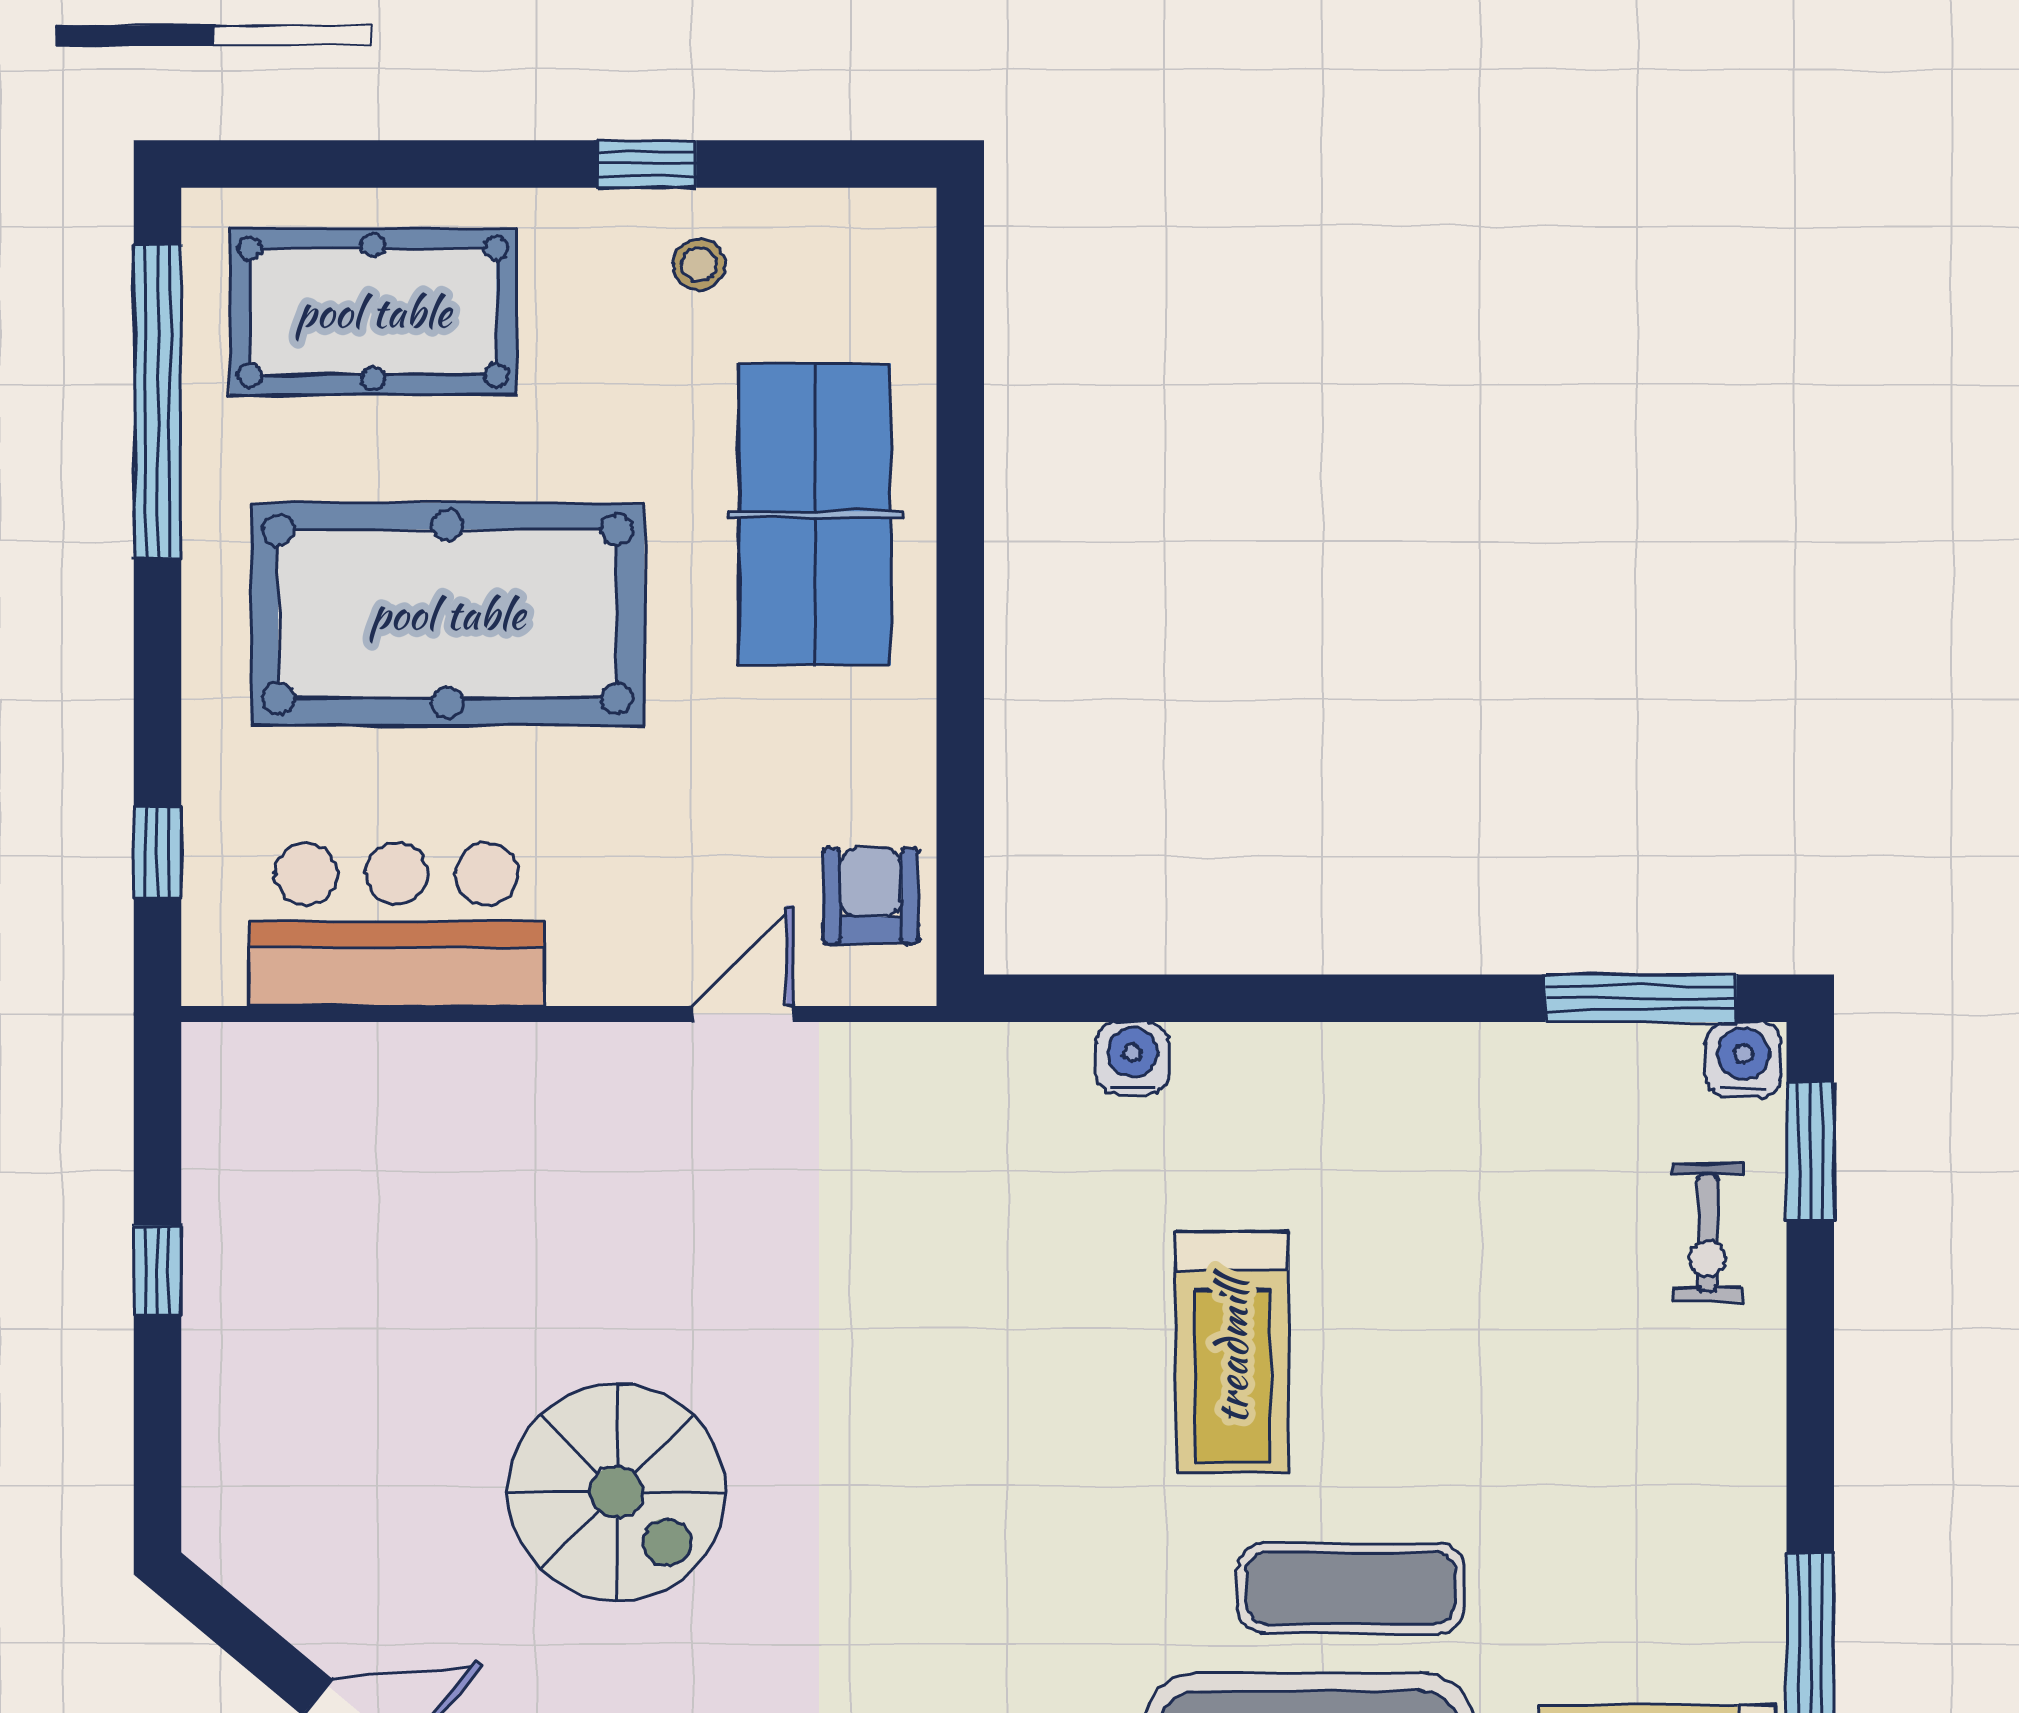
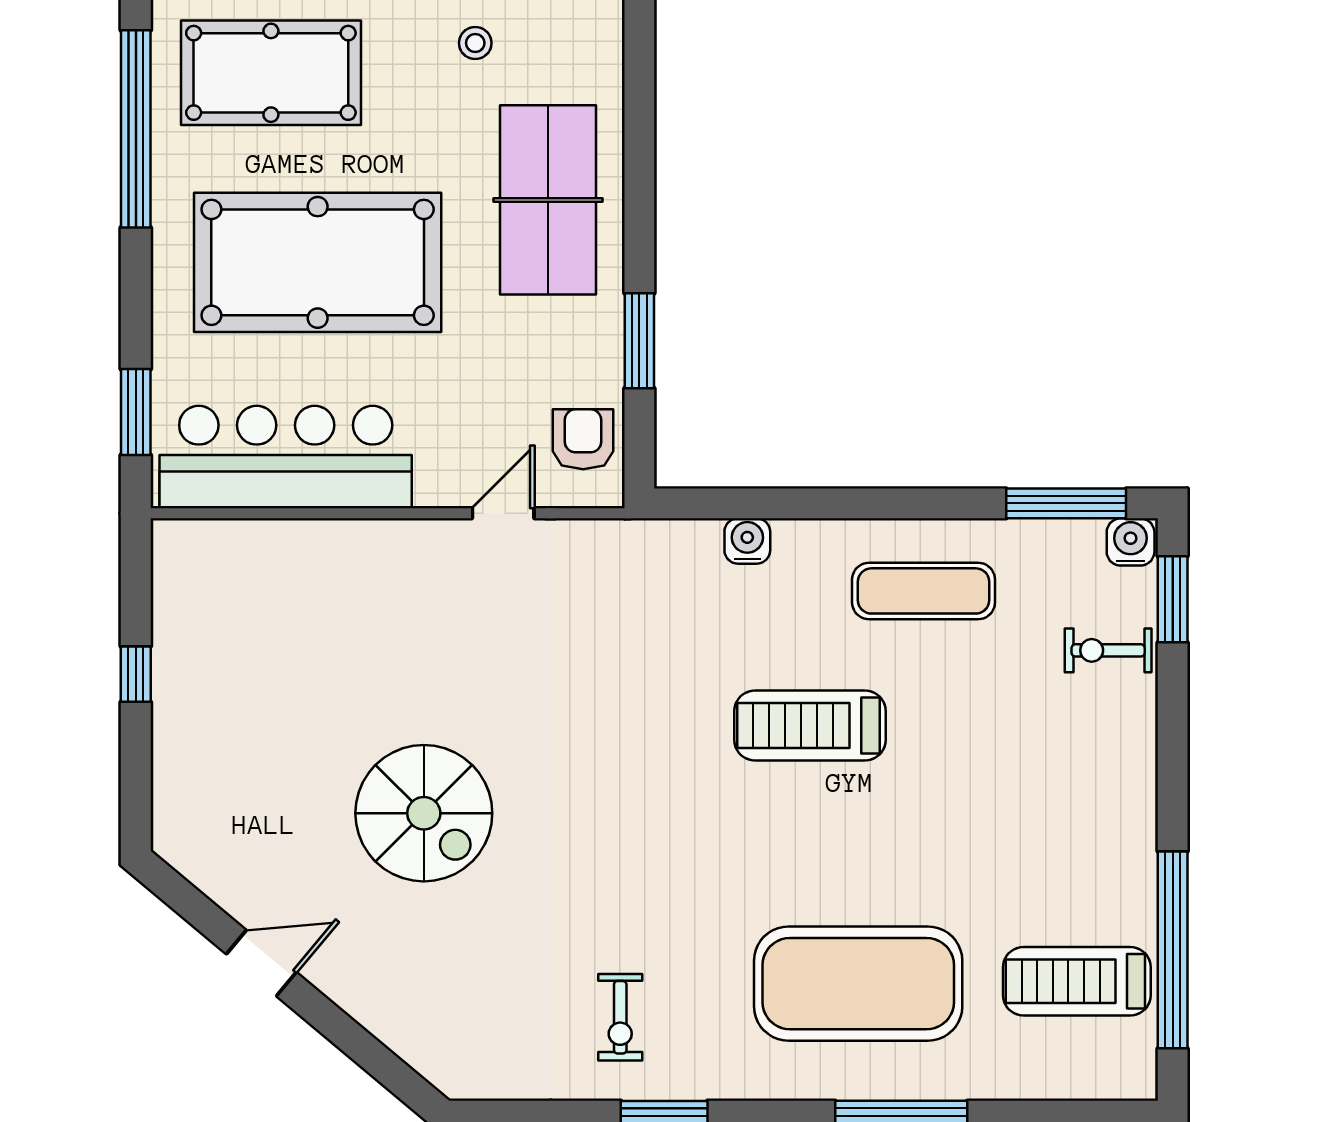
window: (960, 739) -> (639, 341), added
window: (158, 853) -> (136, 412), width x1.50
bar counter: (397, 924) -> (286, 457), width x1.36
exercise bike: (1708, 1232) -> (1108, 650), turned 90
treadmill: (1232, 1352) -> (810, 726), turned 90
exercise mat: (1351, 1588) -> (924, 591), moved

